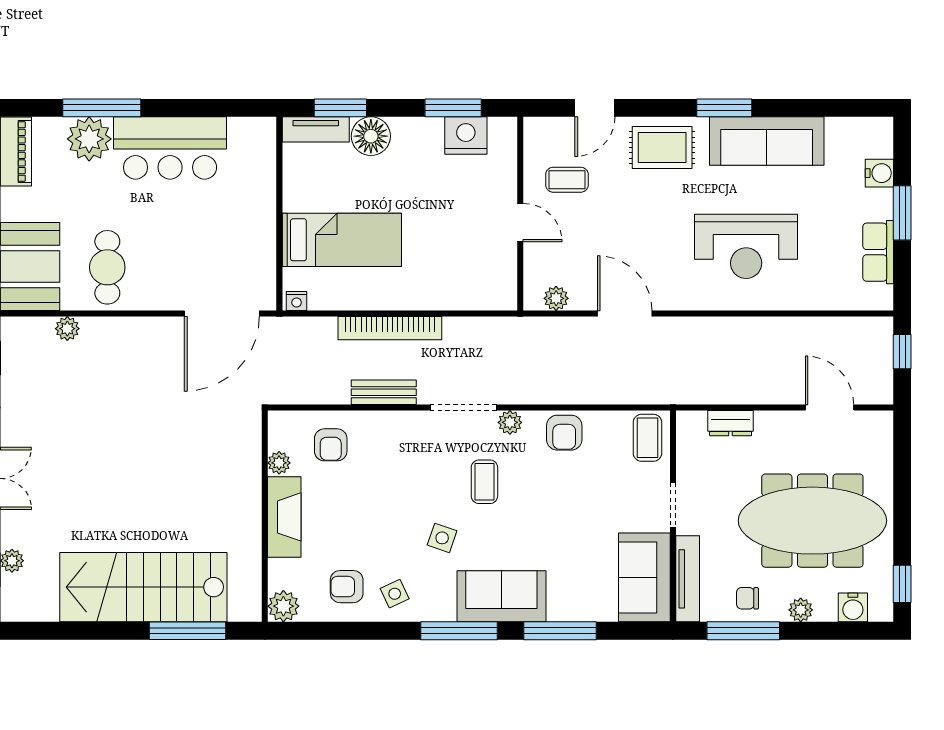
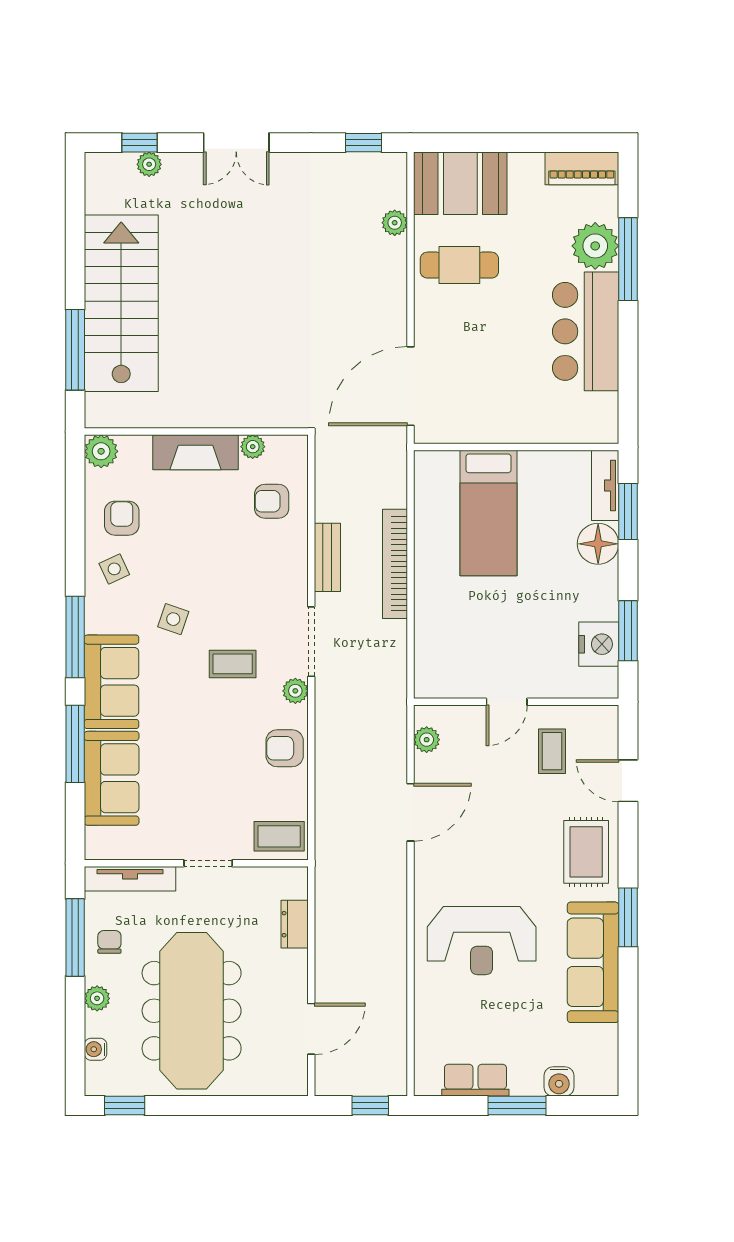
reception desk: (746, 246) -> (482, 941), turned -90
nightstand: (297, 301) -> (424, 465), removed
door: (222, 314) -> (411, 386), hinge flipped
sofa: (644, 577) -> (112, 778), moved, turned 90
water cooler: (853, 607) -> (96, 1049), width x0.72, depth x0.72

